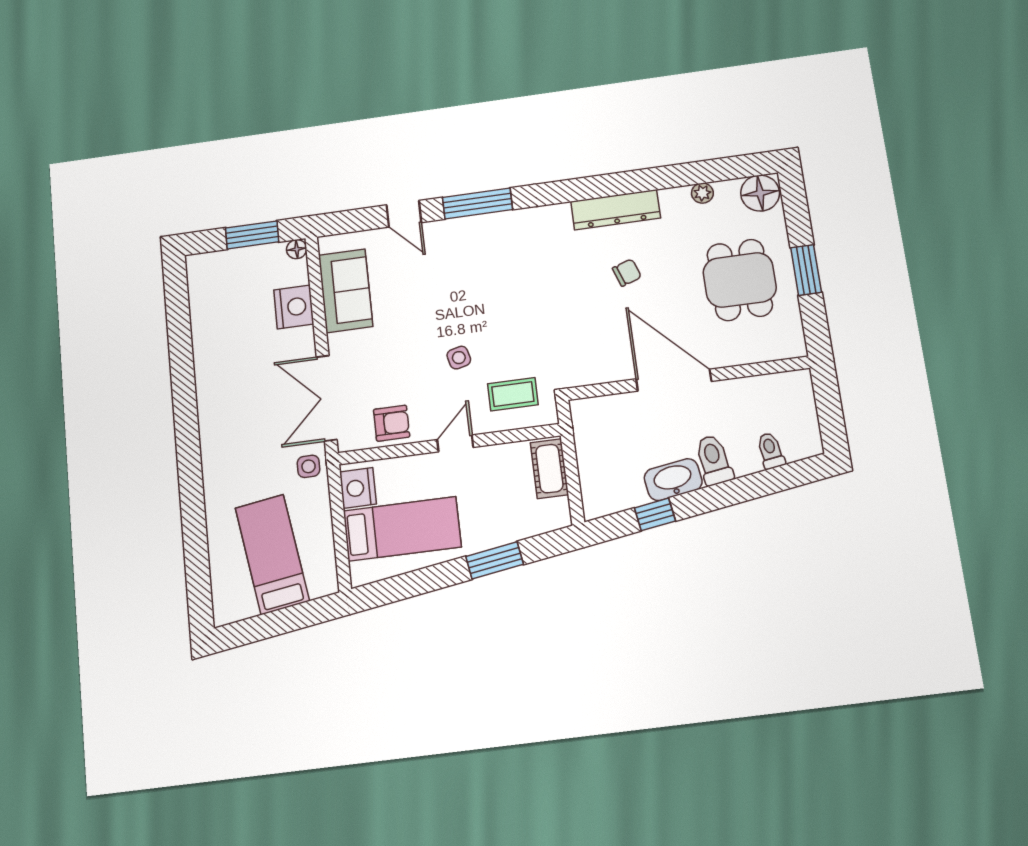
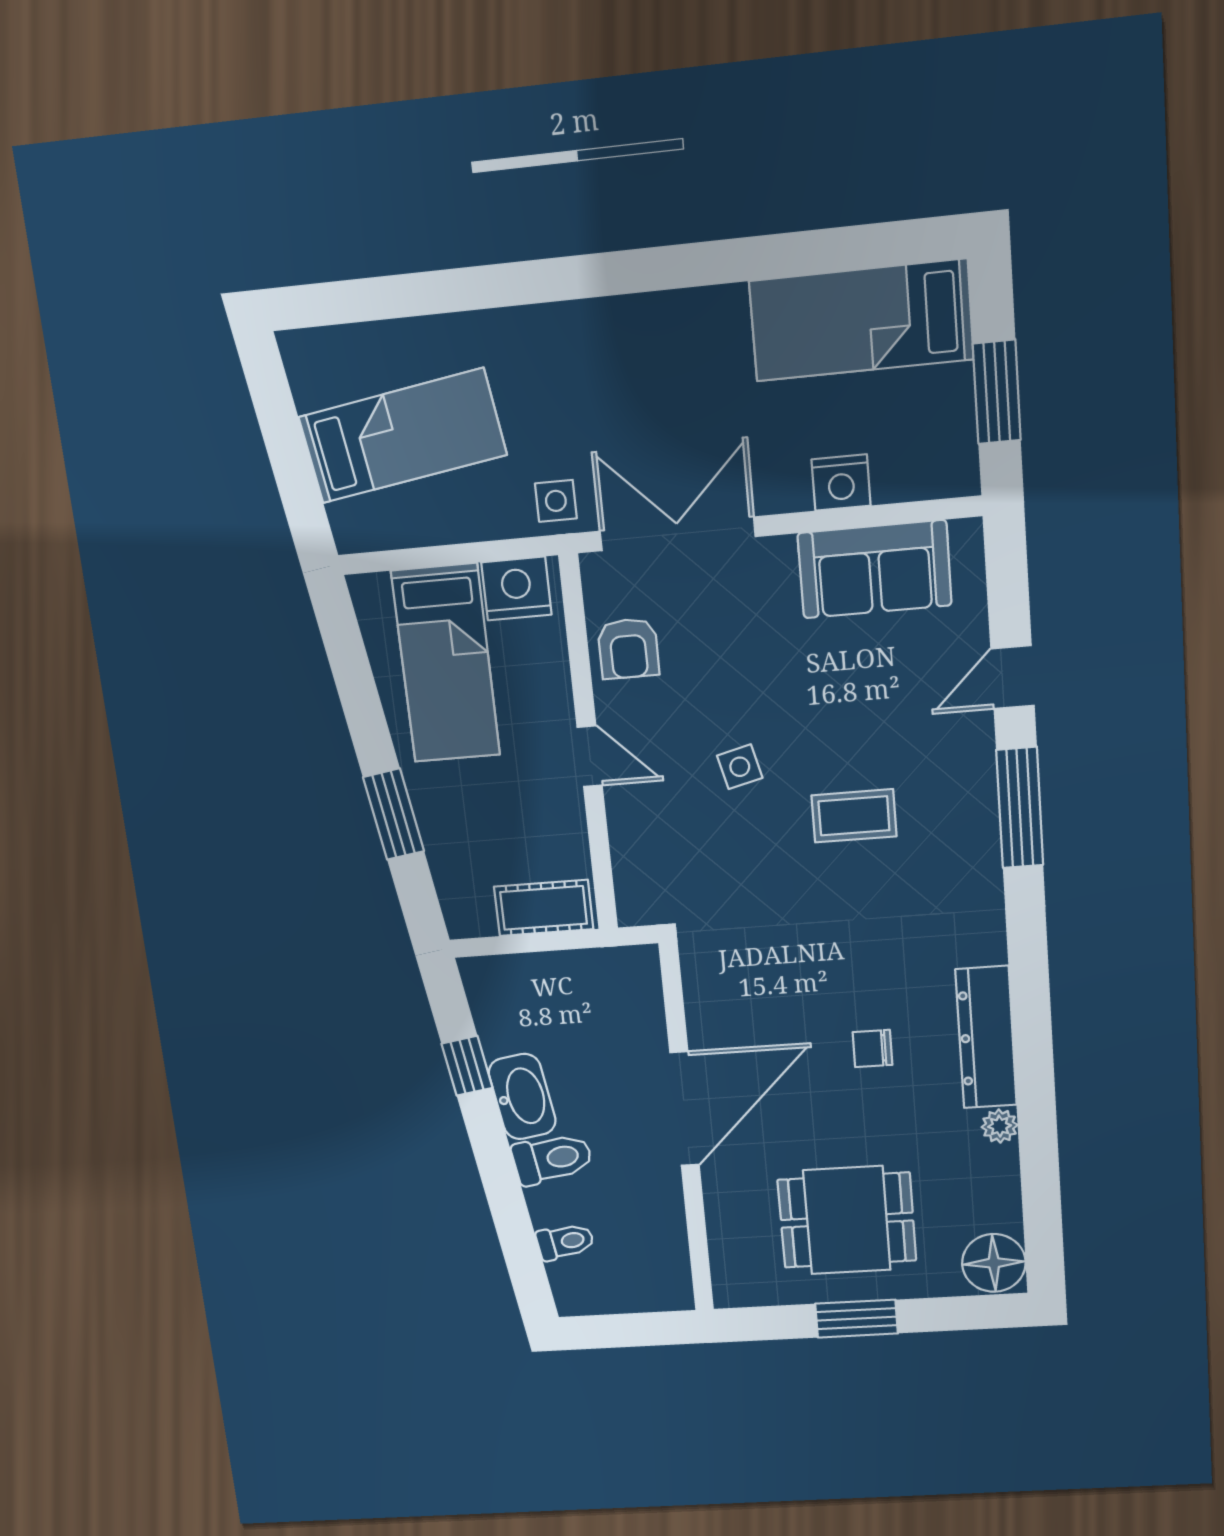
plant: (702, 193) -> (1000, 1126), moved
floor lamp: (297, 249) -> (962, 478), removed
chair: (627, 273) -> (872, 1048), turned 109
bed: (214, 307) -> (861, 320), added
nightstand: (294, 307) -> (841, 483), width x0.74, depth x0.75
coffee table: (513, 394) -> (854, 816), moved, turned 90

